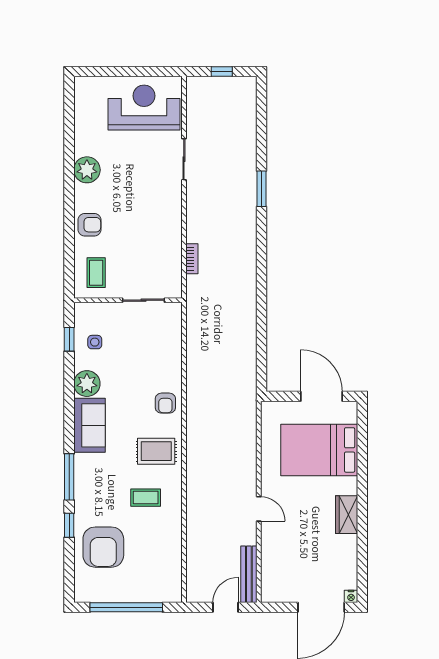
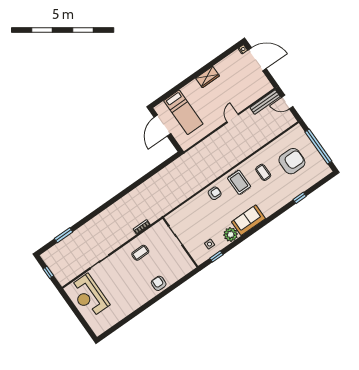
plant: (87, 170) -> (135, 302), removed
window: (261, 189) -> (63, 235), moved
coffee table: (96, 273) -> (140, 253), moved
bed: (319, 450) -> (183, 112), width x0.67
window: (69, 477) -> (278, 213), removed
armchair: (103, 547) -> (292, 161), moved

